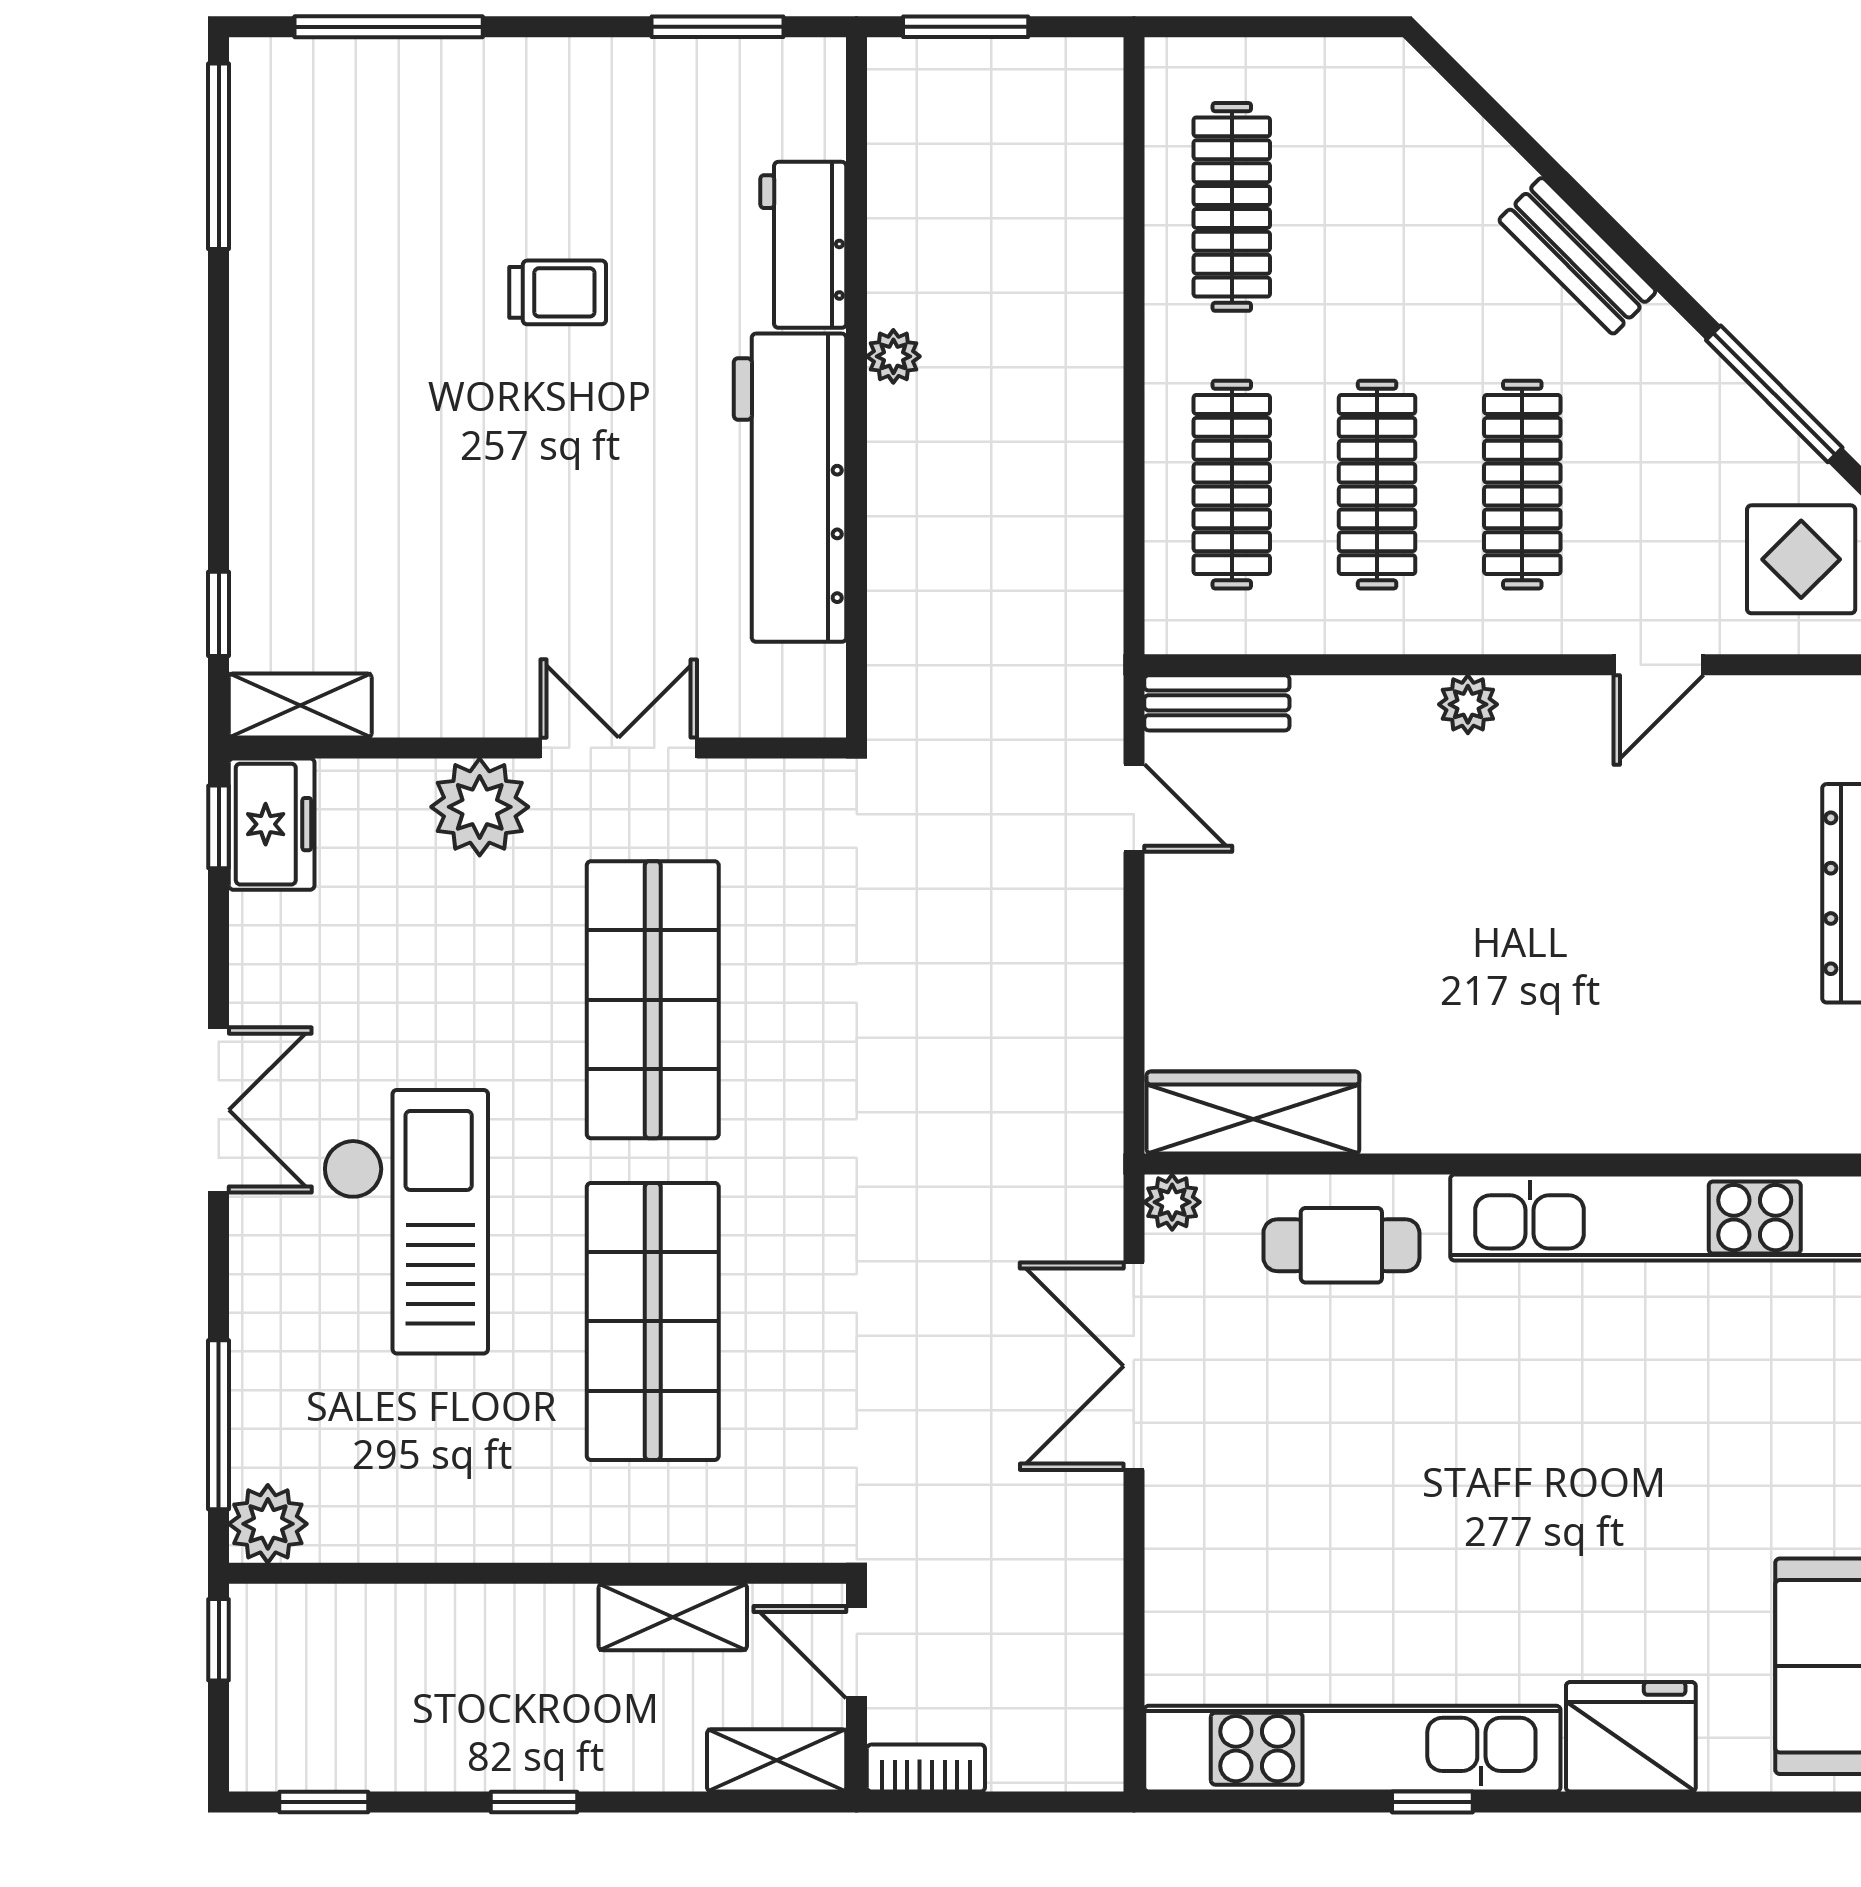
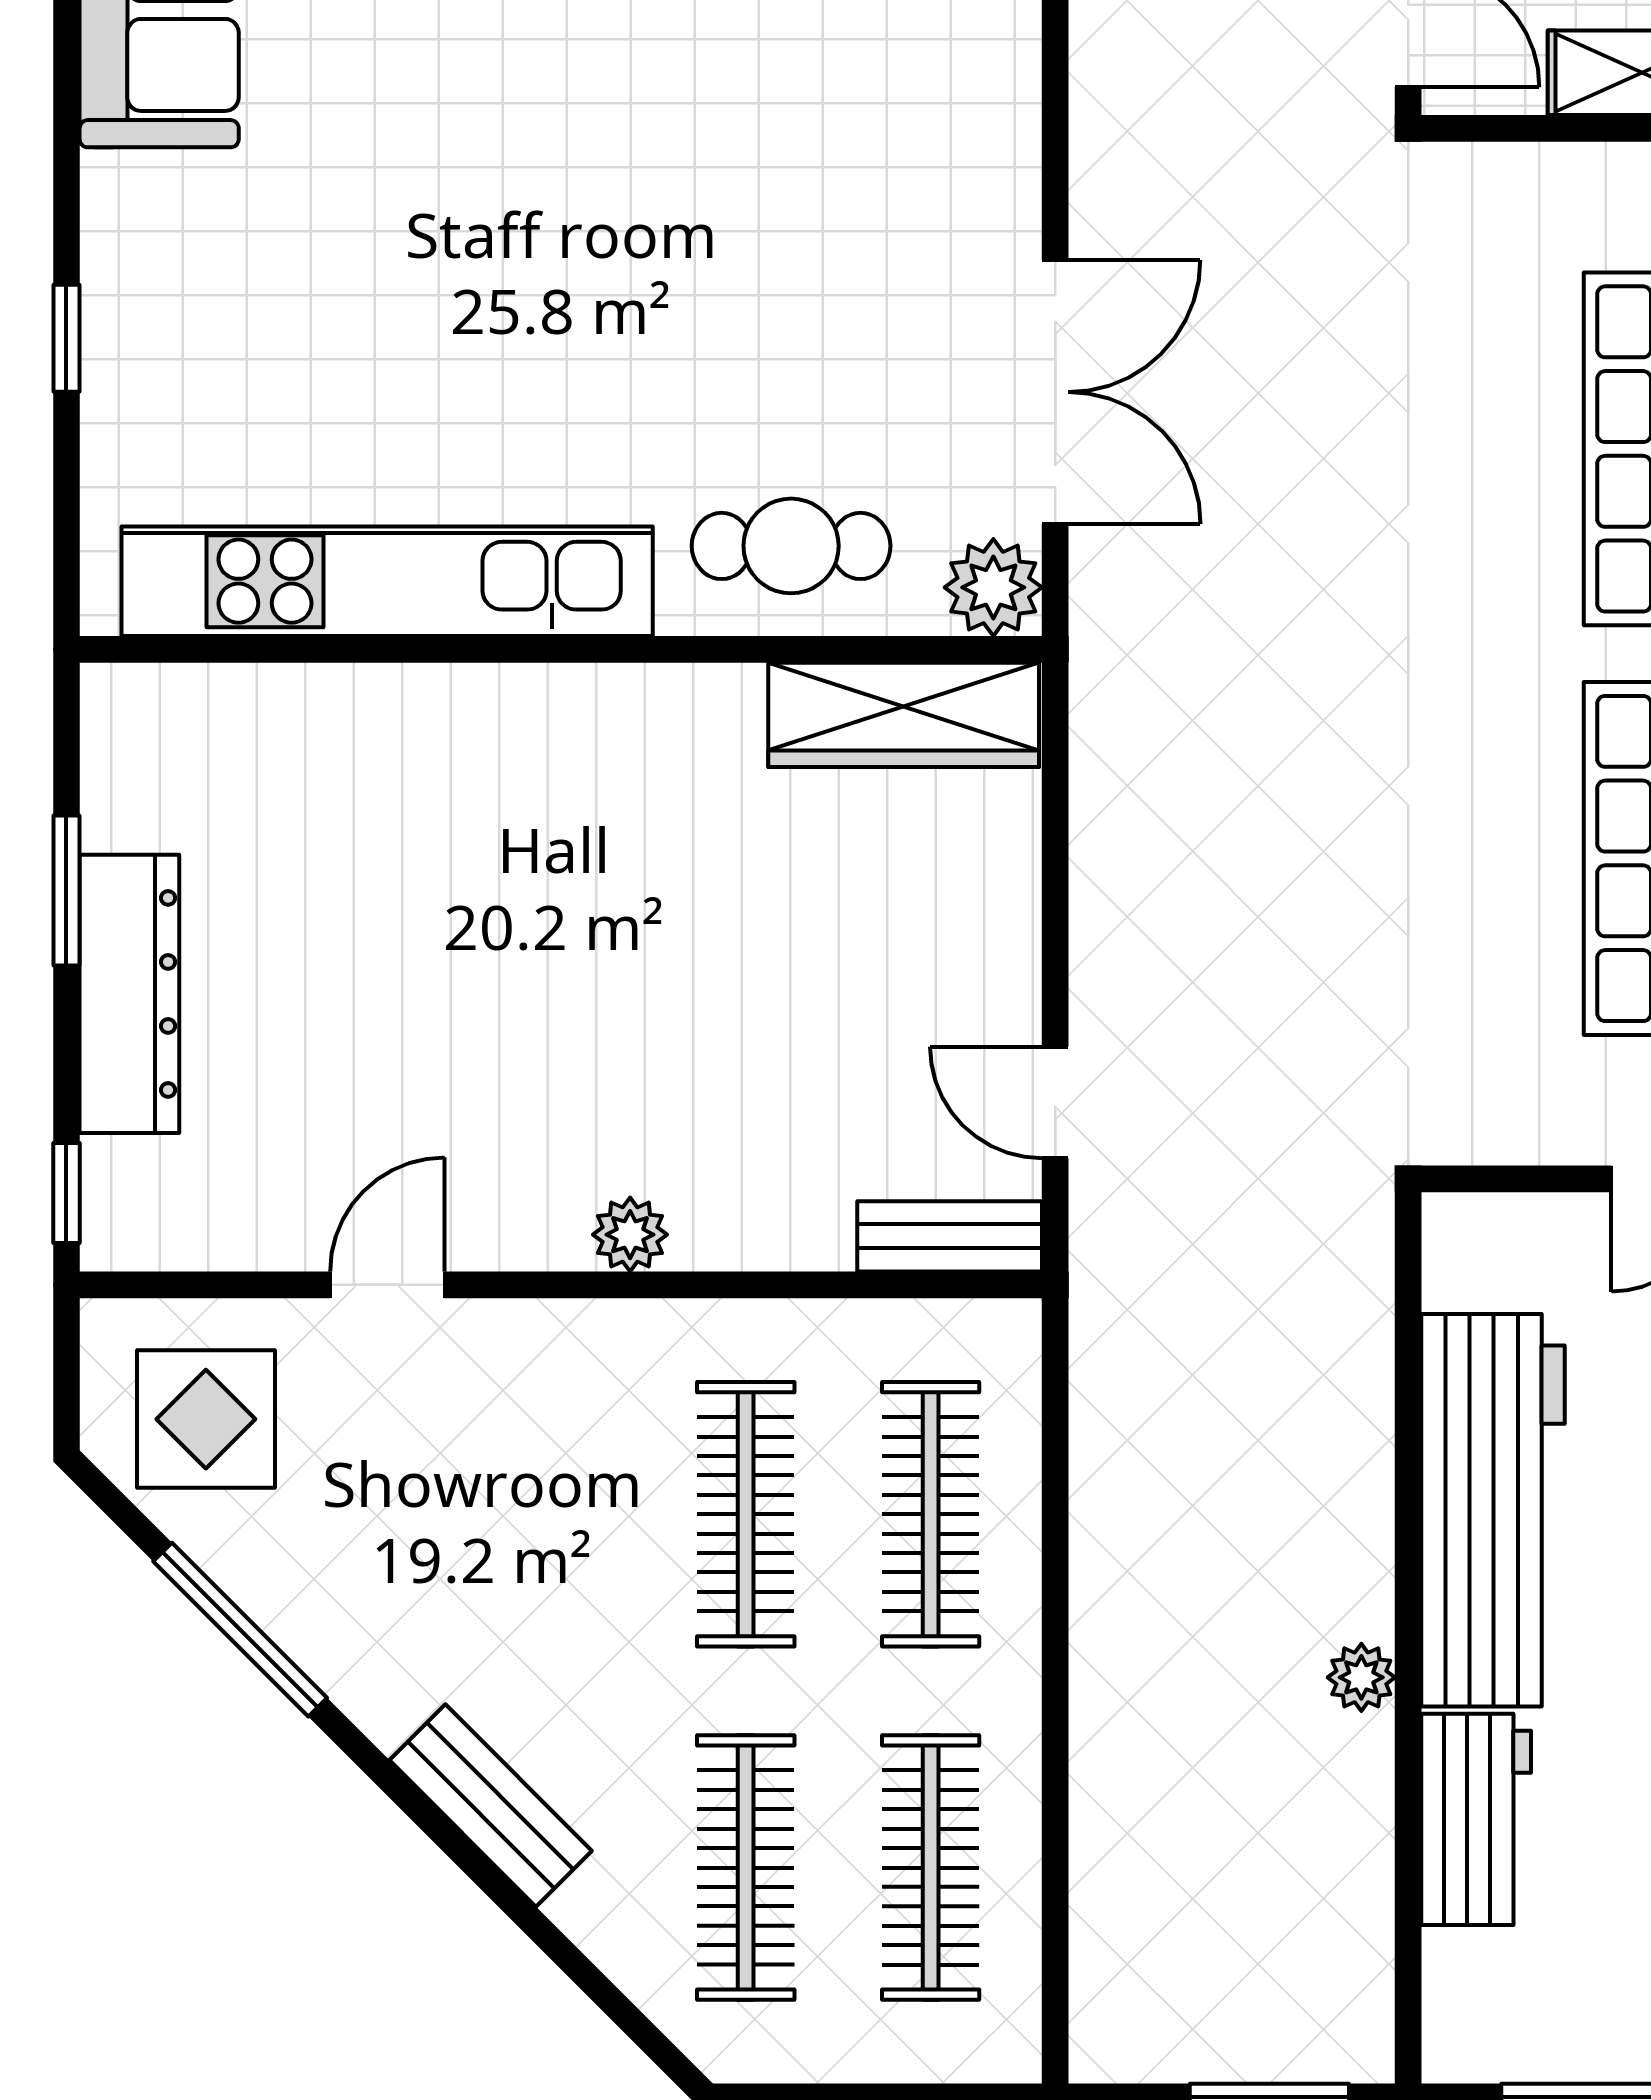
clothes rail: (1522, 485) -> (746, 1868), moved
plant: (1172, 1202) -> (993, 587), width x1.38, depth x1.38

